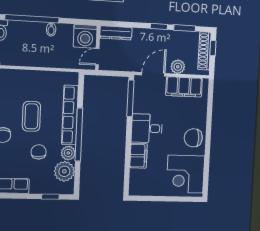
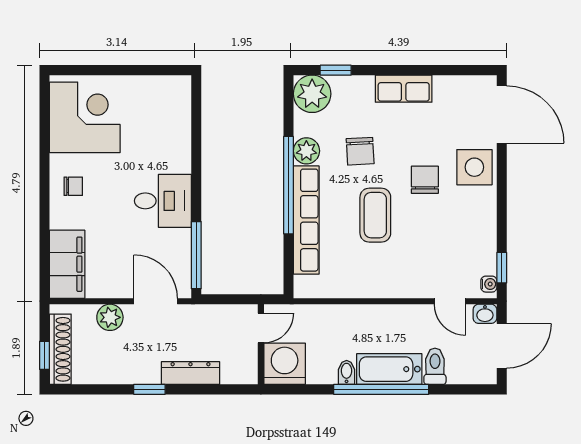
window: (185, 28) -> (101, 389), removed
bathtub: (27, 30) -> (389, 369), added
dresser: (116, 33) -> (190, 373), moved
door: (153, 74) -> (156, 301), swing flipped
filing cabinet: (184, 87) -> (67, 264), moved, turned 90
chair: (193, 138) -> (73, 186), width x0.54, depth x0.54
filing cabinet: (139, 156) -> (176, 149), removed
plant: (64, 171) -> (312, 94), moved

